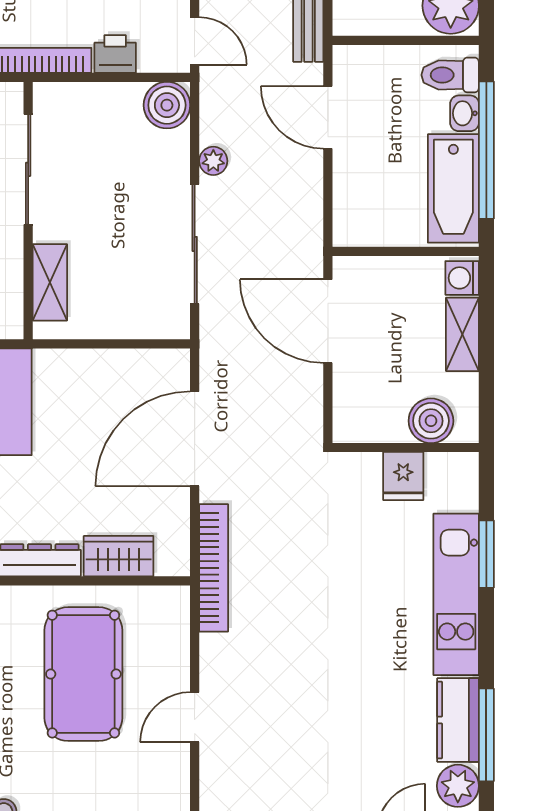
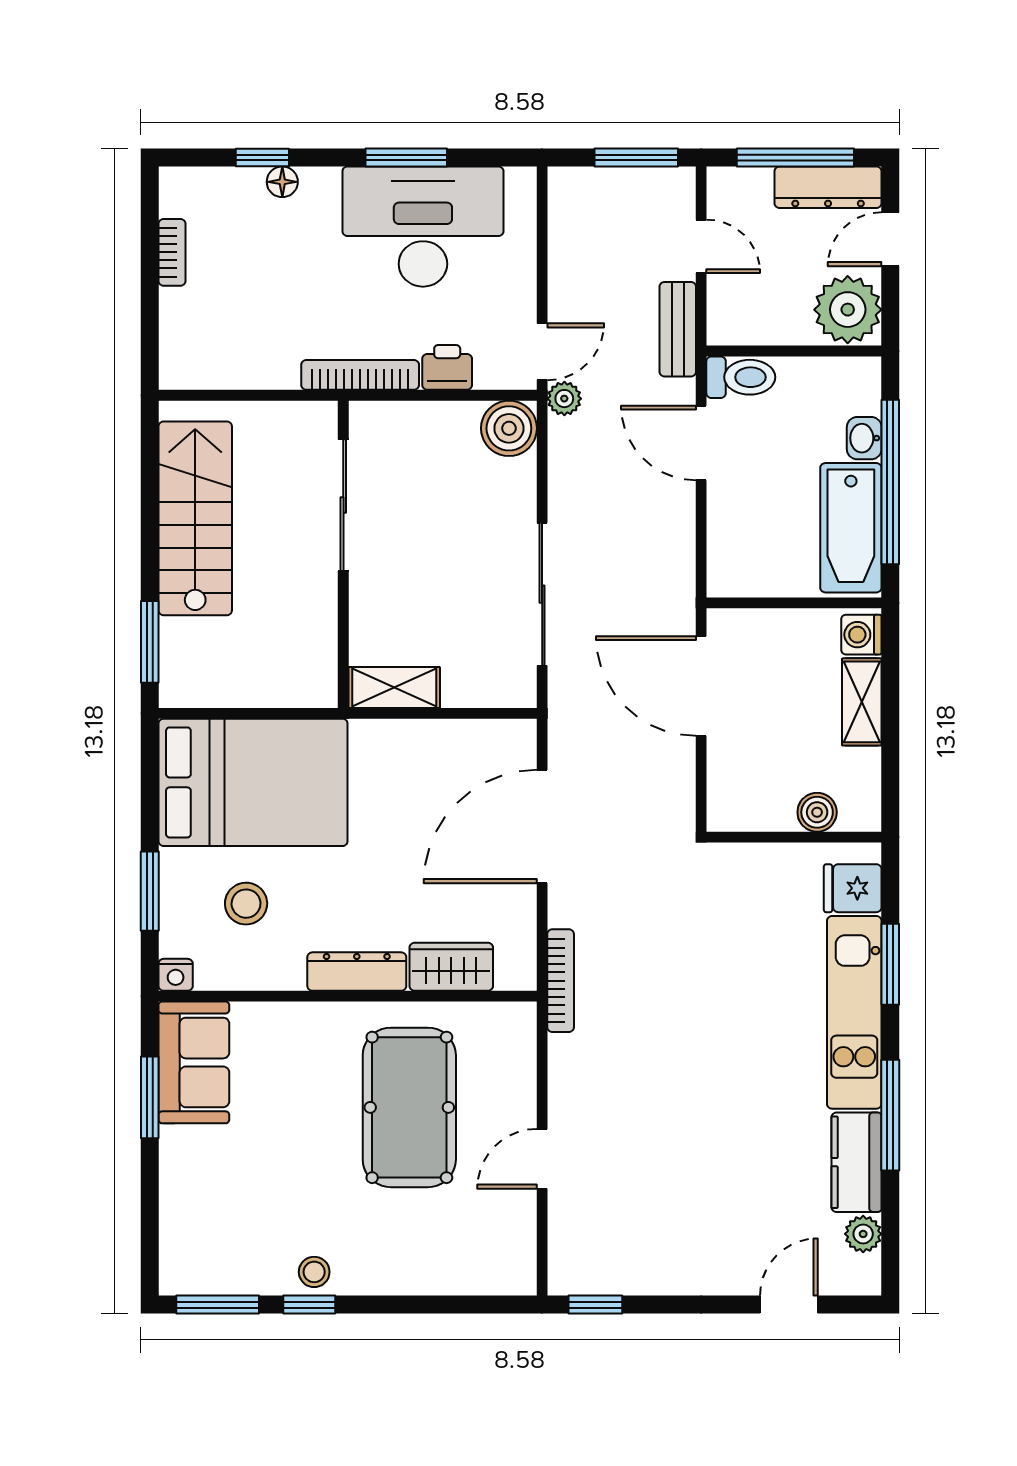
door: (195, 41) -> (542, 352), hinge flipped
toilet: (450, 75) -> (741, 377), moved, turned 180
plant: (213, 161) -> (564, 399), moved
shelving: (50, 282) -> (394, 687), moved, turned 90
boiler: (431, 421) -> (817, 812), width x0.73, depth x0.73
fridge: (403, 476) -> (853, 888), moved, turned 90
bookcase: (214, 568) -> (561, 981), width x0.68, depth x0.76
window: (486, 735) -> (890, 1115), moved
plant: (458, 786) -> (863, 1234), width x0.73, depth x0.73

